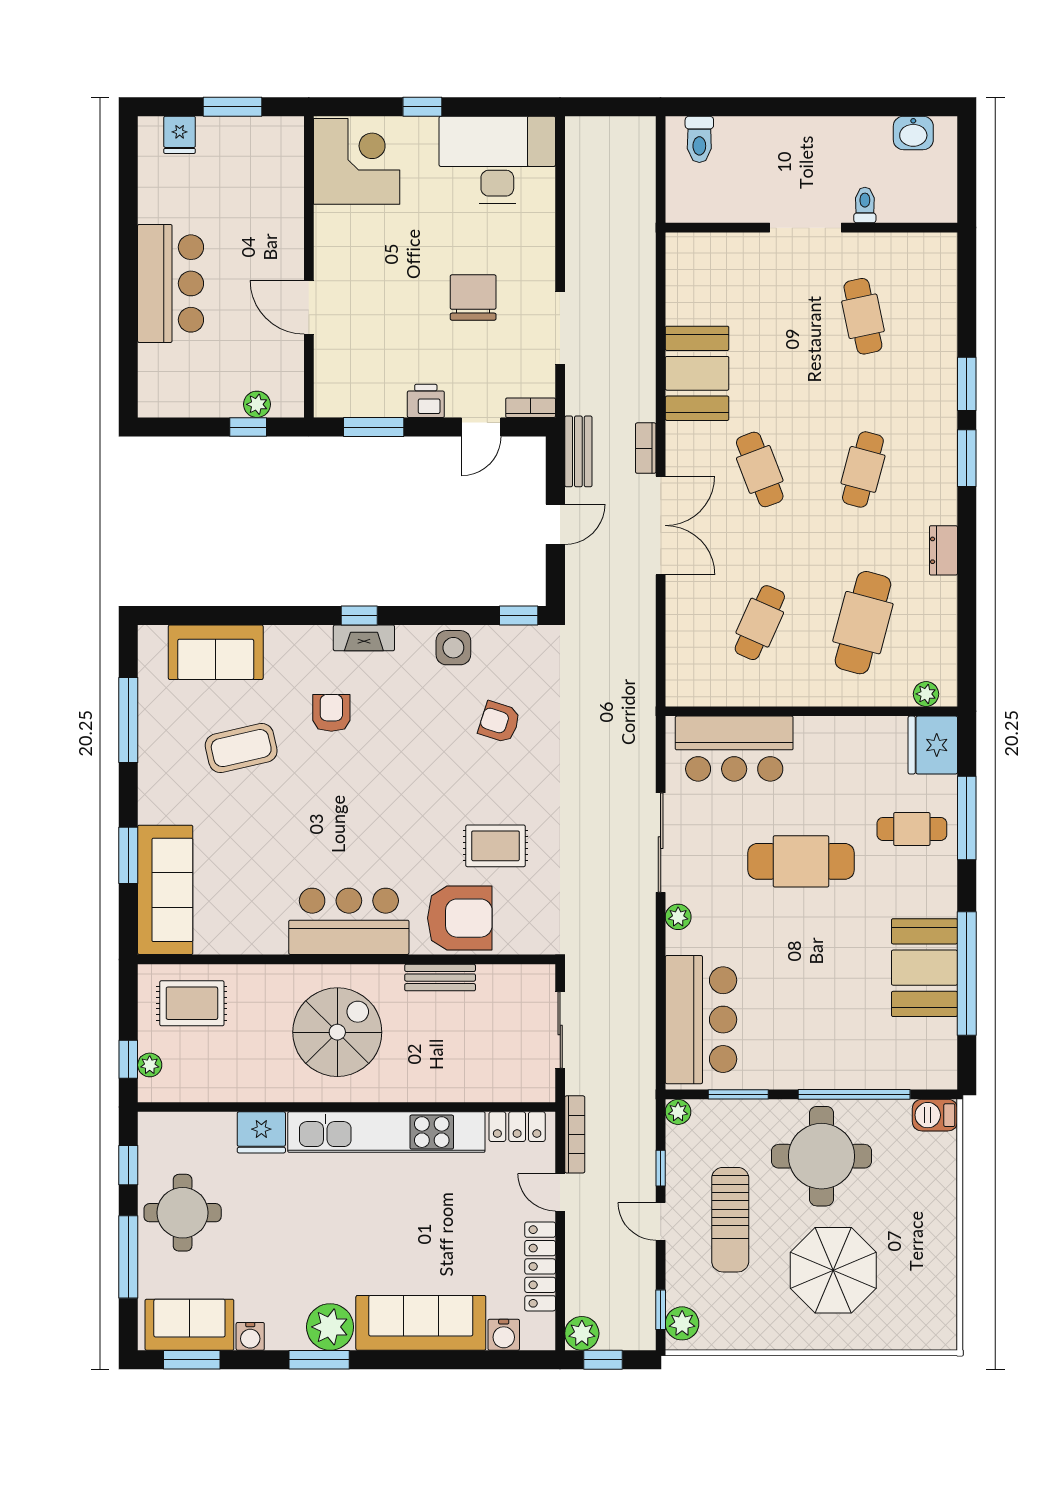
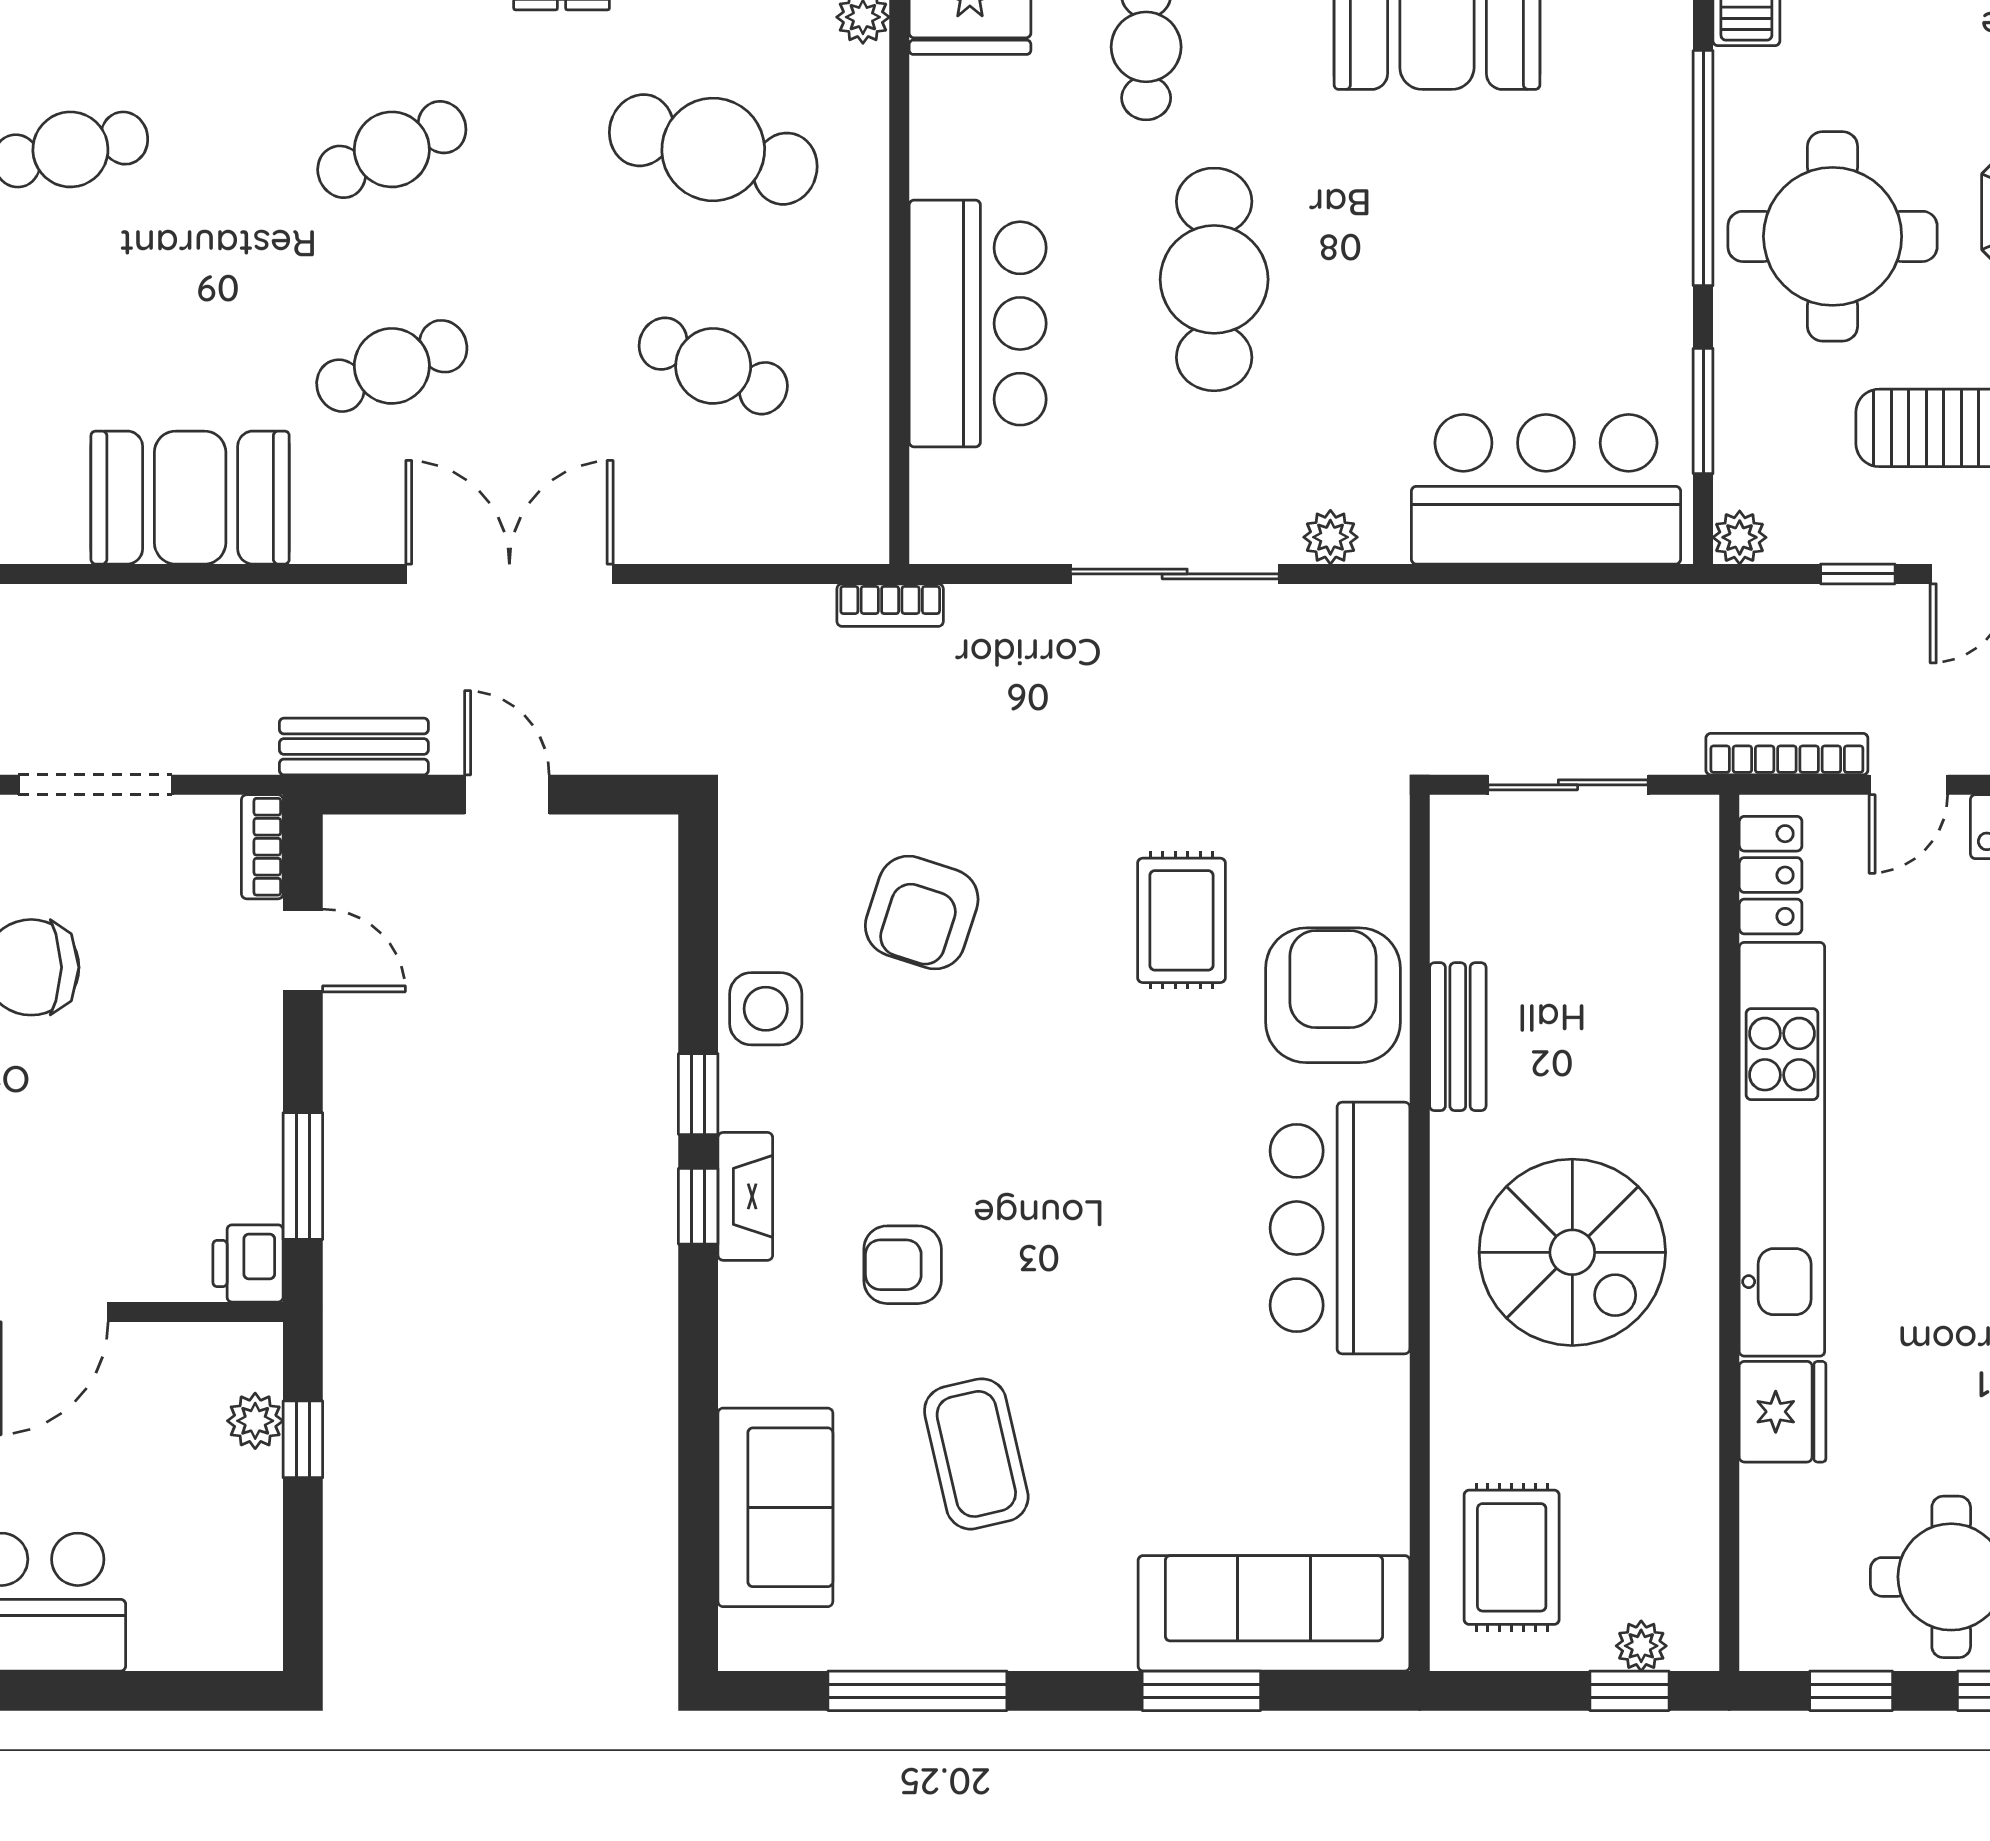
printer: (426, 401) -> (248, 1263), moved
bookcase: (646, 448) -> (890, 605), moved
cafe table: (863, 469) -> (392, 149), turned -39
window: (519, 615) -> (698, 1094), moved
armchair: (499, 722) -> (922, 912), width x1.38, depth x1.38
bar counter: (734, 749) -> (978, 323), moved
spiral stairs: (337, 1032) -> (1572, 1252), turned 180

